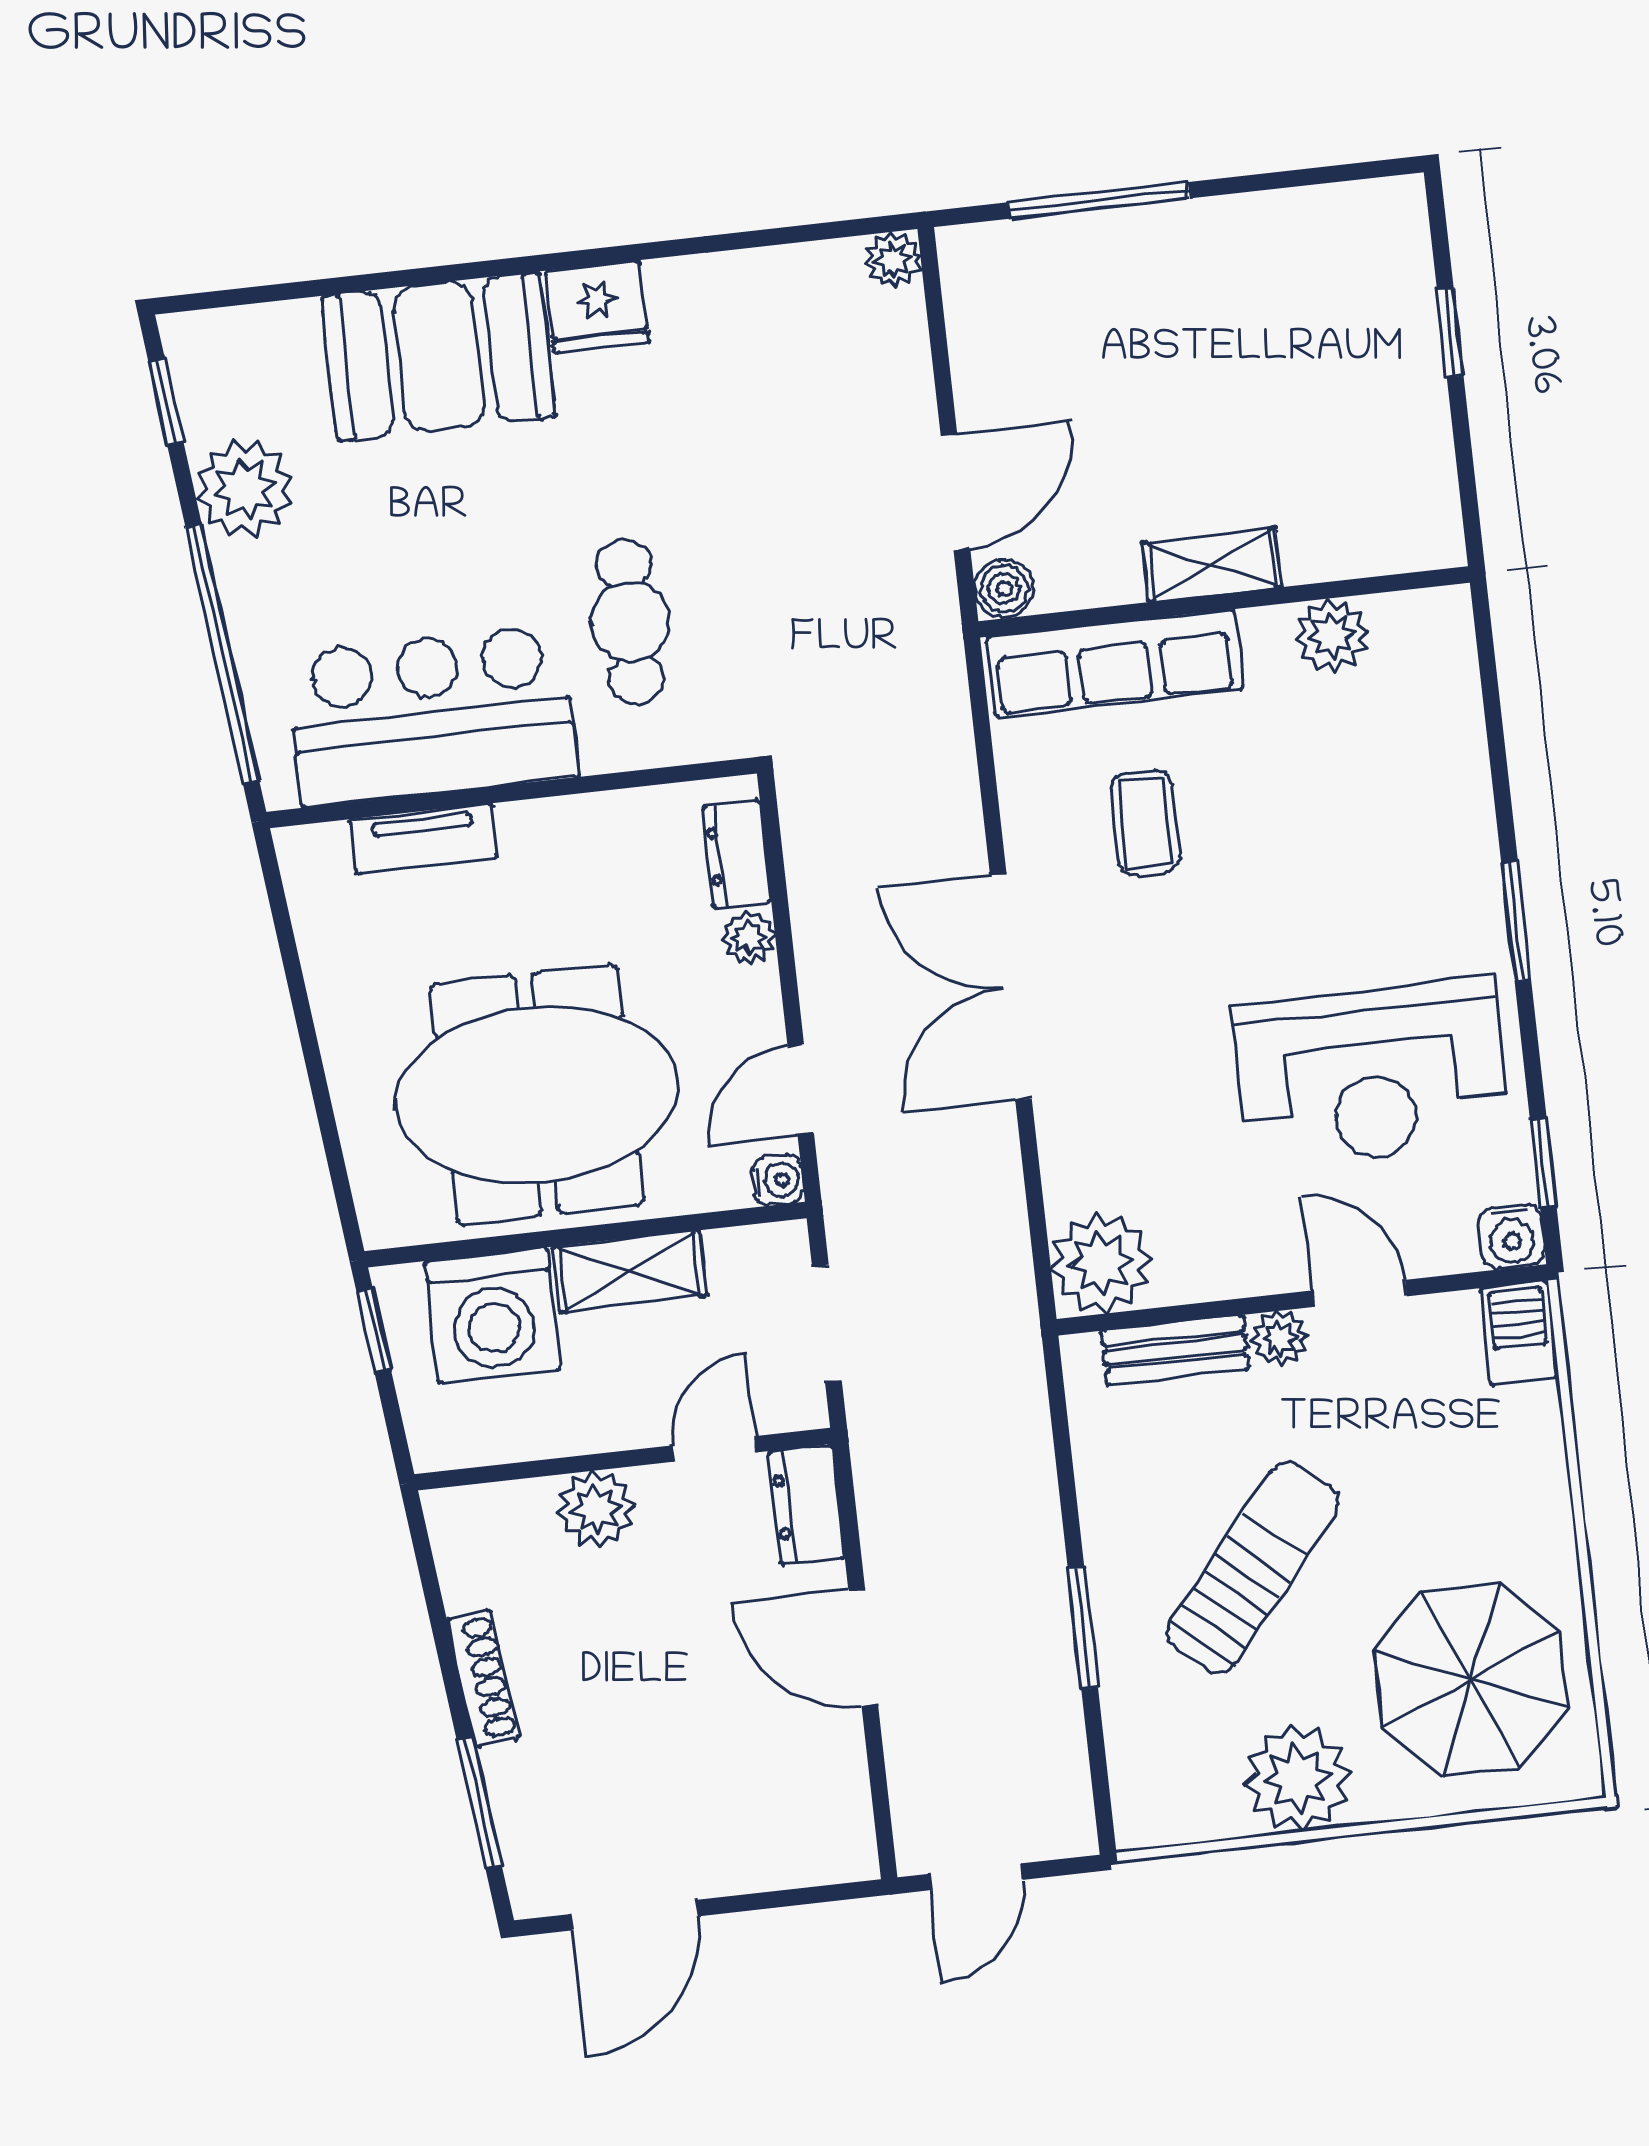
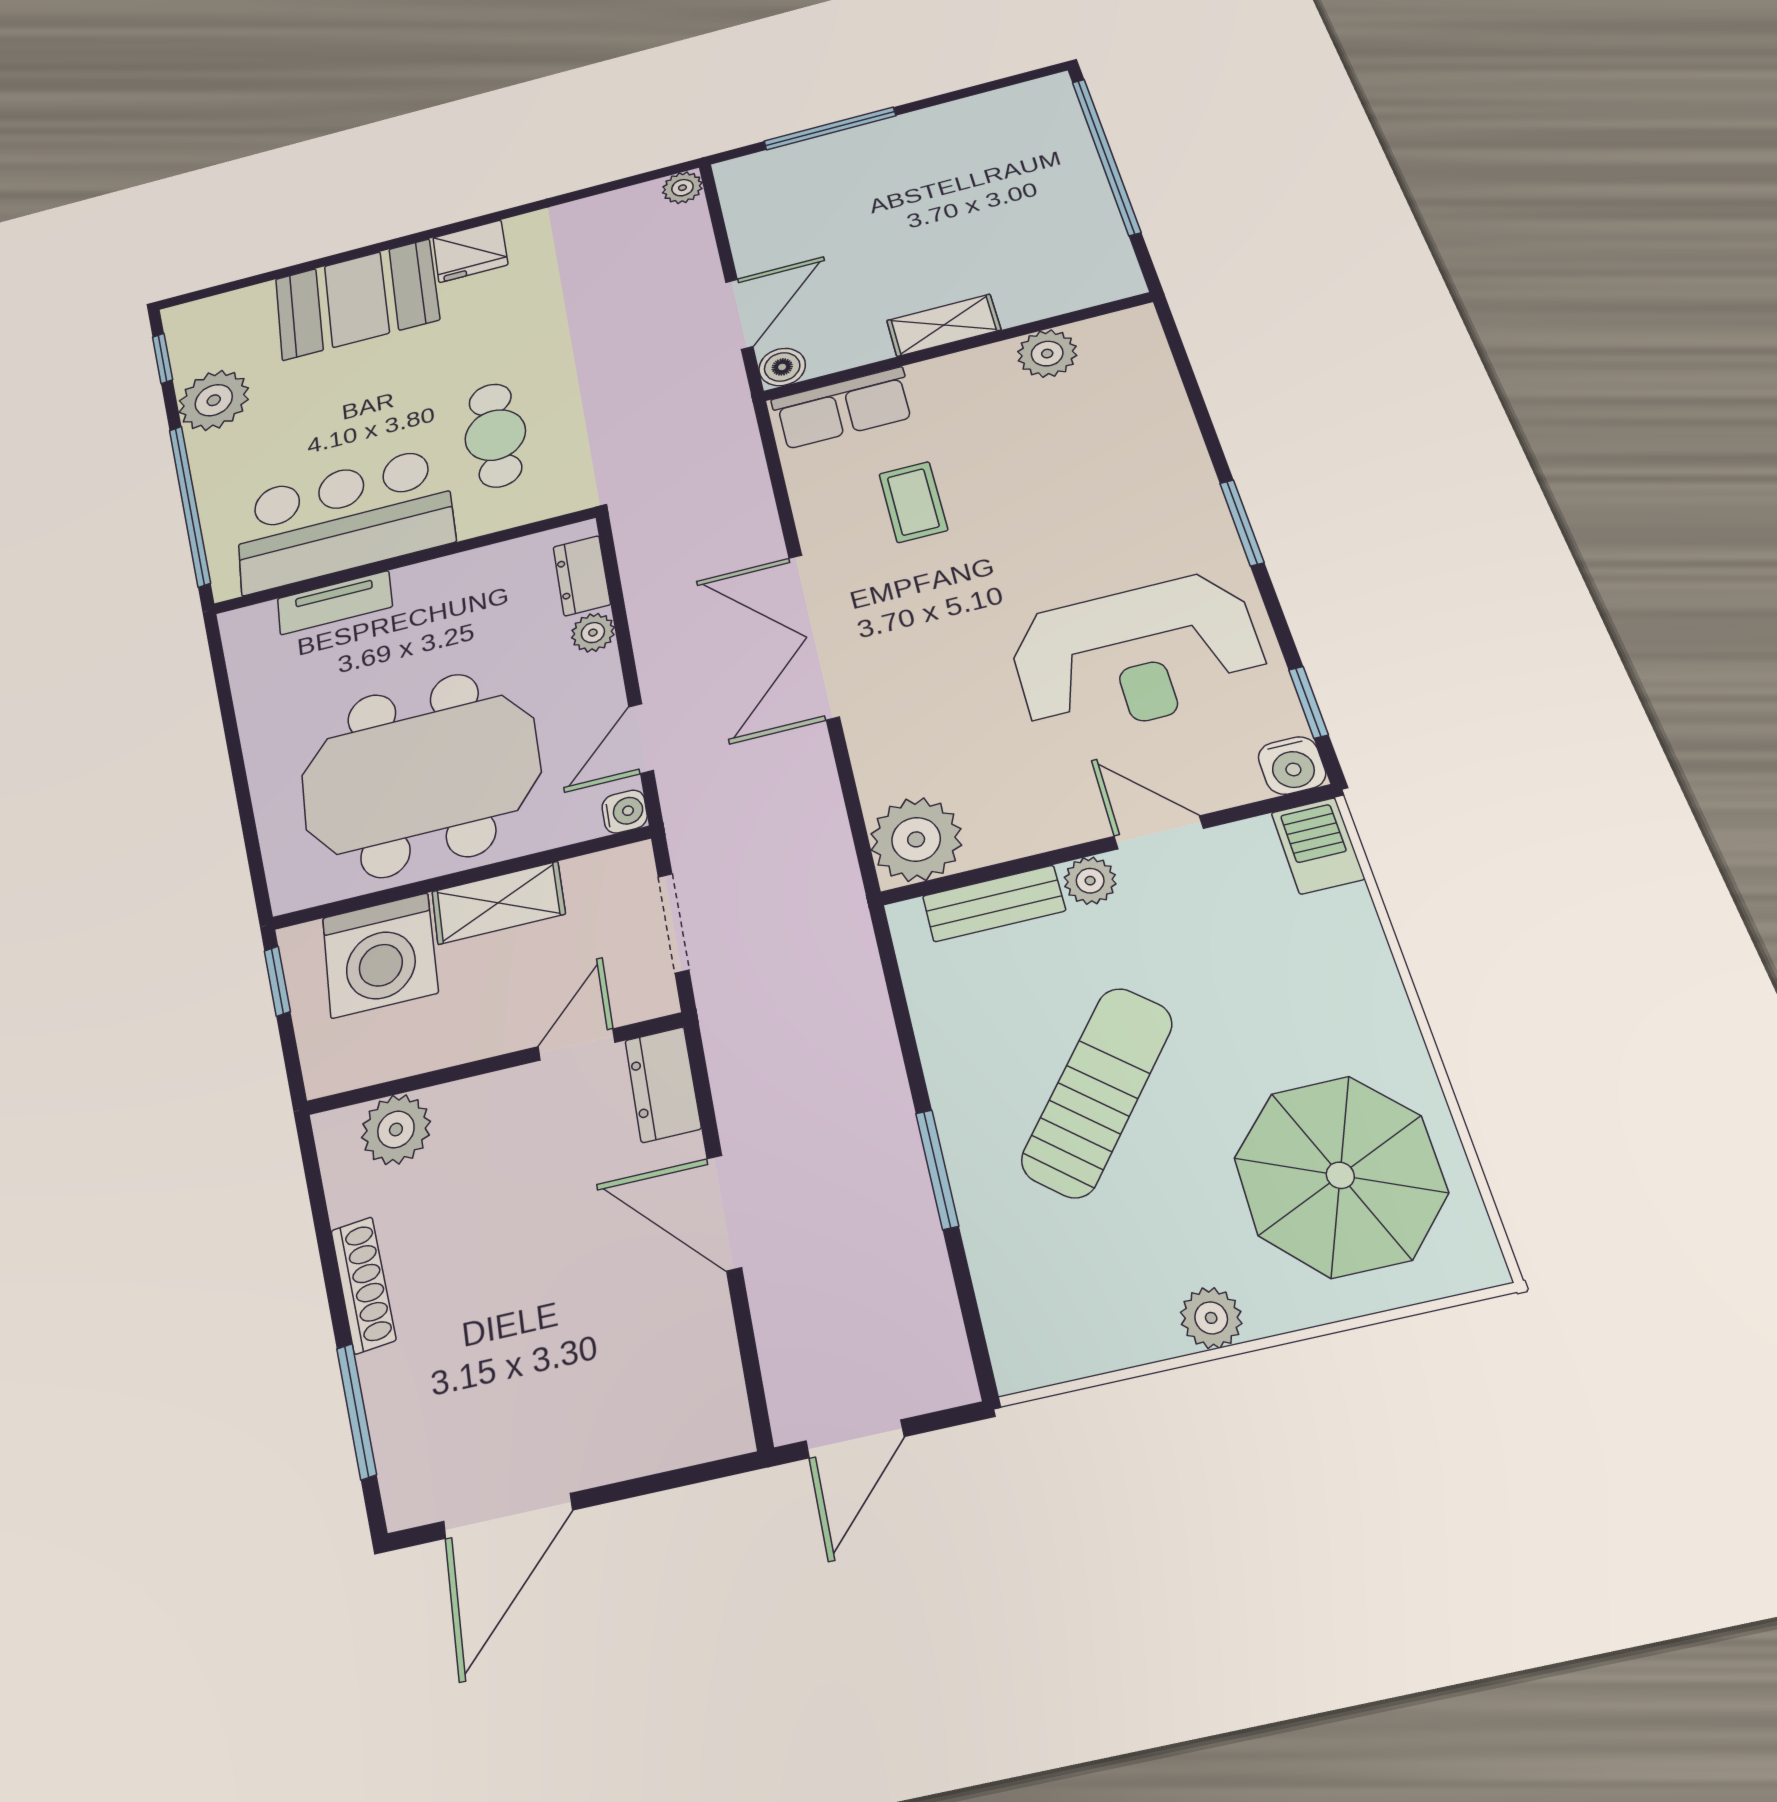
window: (1450, 333) -> (1106, 156), width x3.17
row of seats: (1114, 663) -> (843, 408), width x0.68
plant: (596, 1509) -> (396, 1129), moved
plant: (1298, 1778) -> (1211, 1318), width x0.53, depth x0.53

